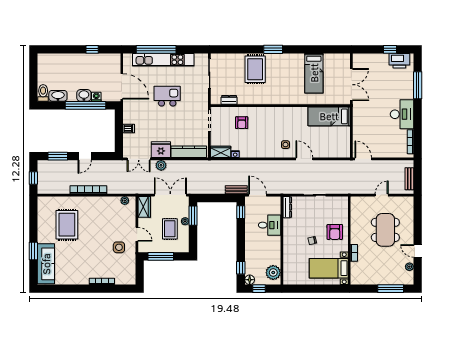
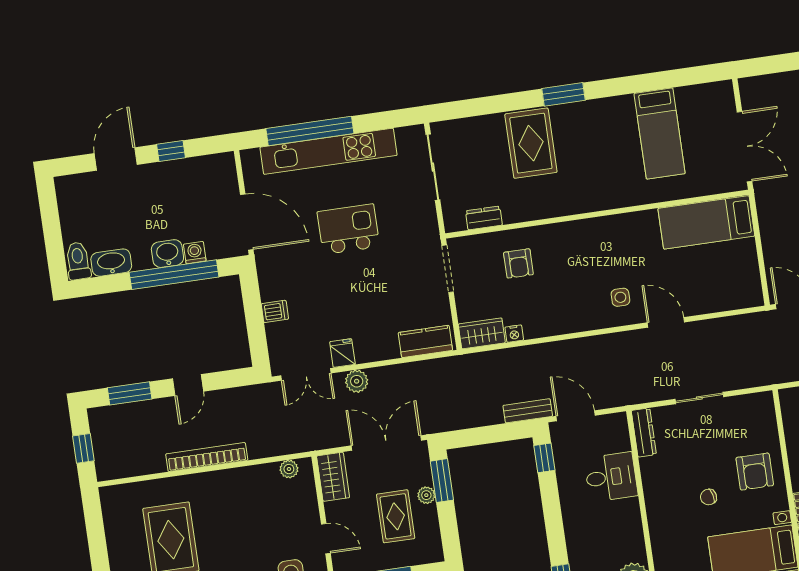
door: (67, 49) -> (116, 159), added
fridge: (161, 150) -> (342, 353), width x0.53, depth x0.75
kitchen counter: (189, 152) -> (425, 341), width x0.67

